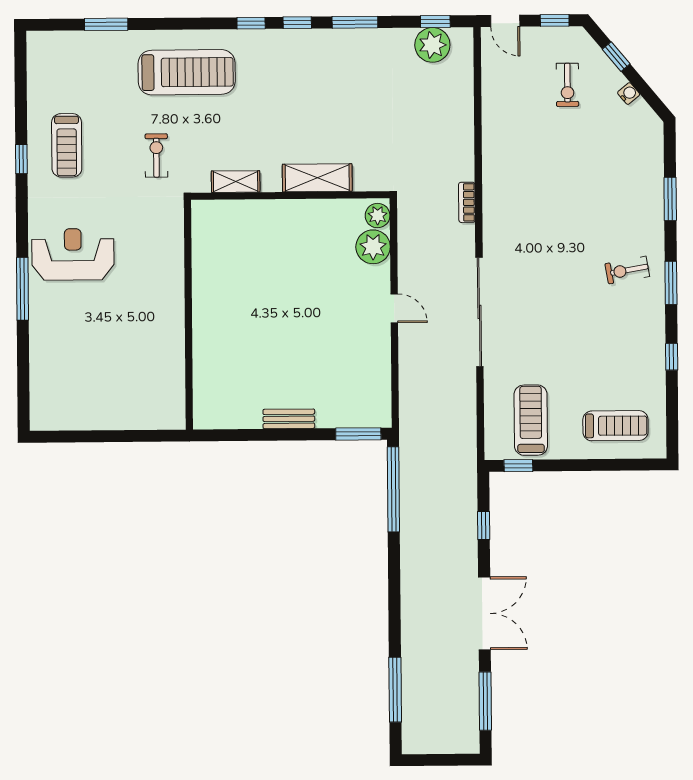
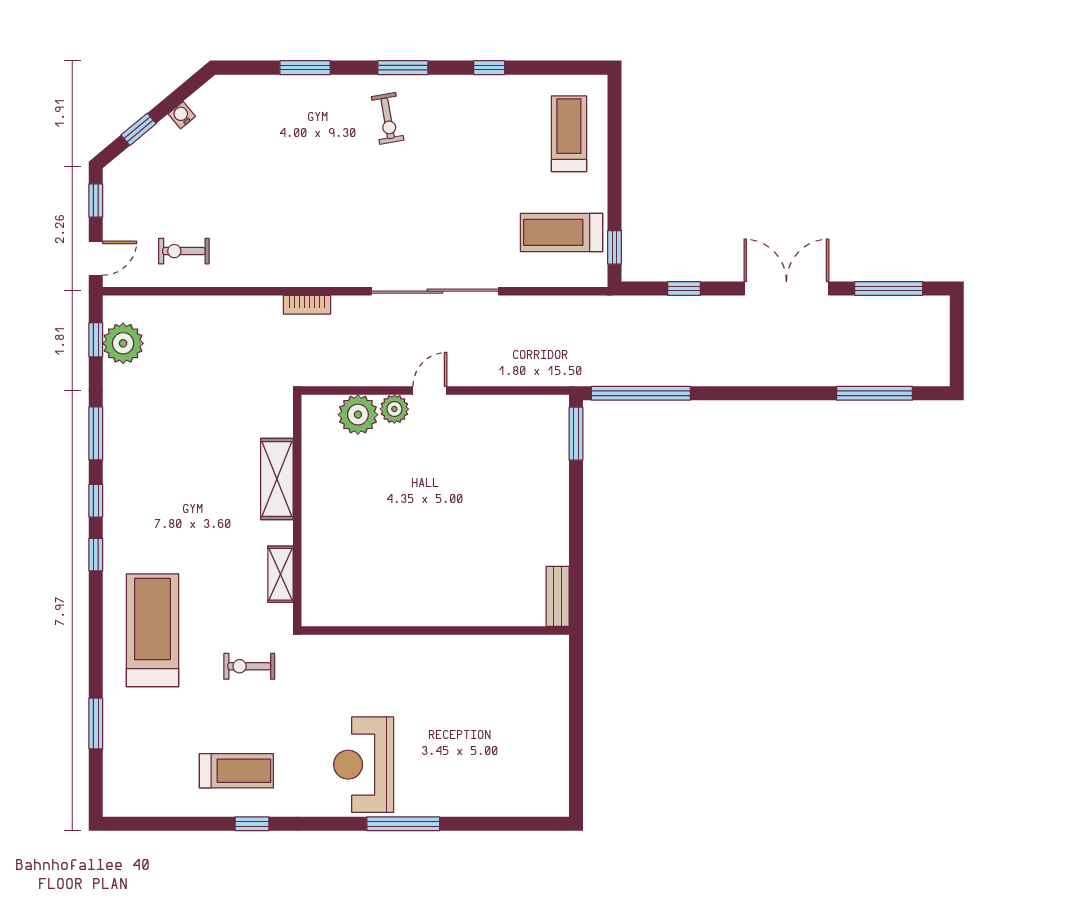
exercise bike: (567, 85) -> (184, 251), moved, turned 180
plant: (378, 216) -> (394, 409), moved
bench: (289, 419) -> (558, 596), moved

